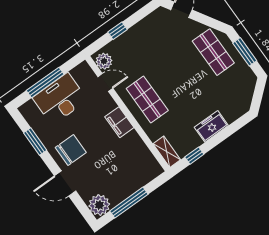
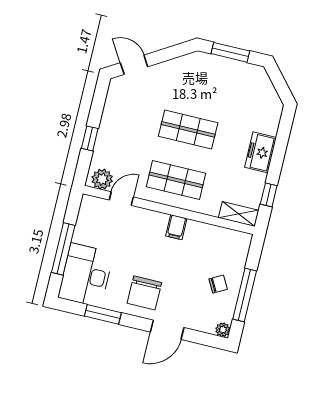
shop shelf: (213, 52) -> (188, 129), moved
desk: (60, 99) -> (86, 275), moved
filing cabinet: (119, 122) -> (176, 227), width x0.50
chair: (71, 150) -> (144, 293), turned 180
chair: (119, 183) -> (218, 284), added
plant: (99, 205) -> (223, 330), width x0.53, depth x0.53

